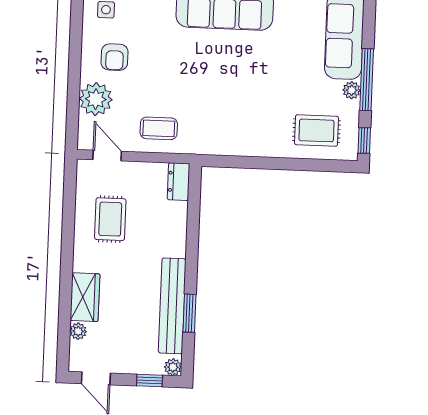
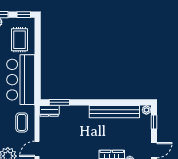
bar counter: (240, 130) -> (21, 80), added
rug: (110, 219) -> (70, 146), removed
window: (189, 313) -> (59, 102), moved

